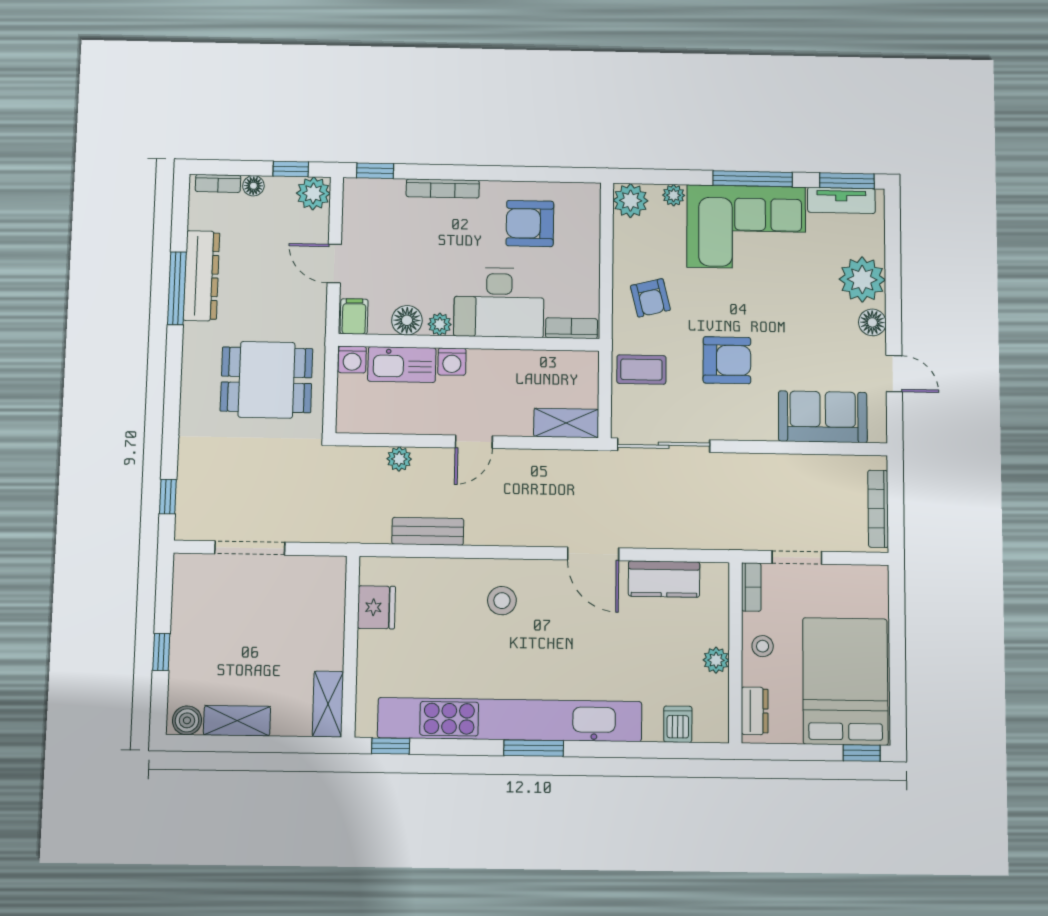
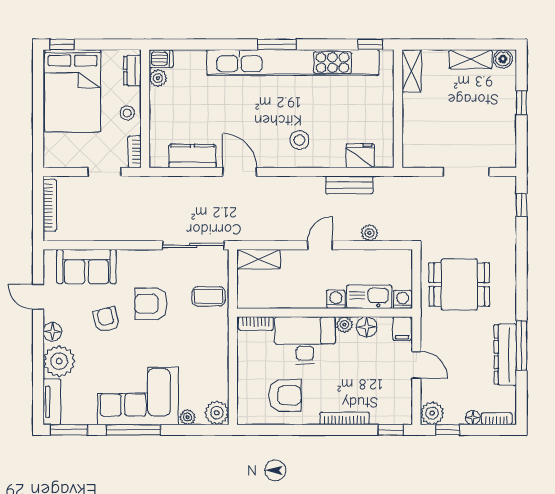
tv unit: (841, 200) -> (52, 402), moved, turned 90
armchair: (650, 298) -> (106, 320), moved
fridge: (376, 607) -> (360, 156), moved, turned 90
plant: (716, 660) -> (158, 78), moved
dishwasher: (678, 724) -> (161, 59), moved, turned -90

